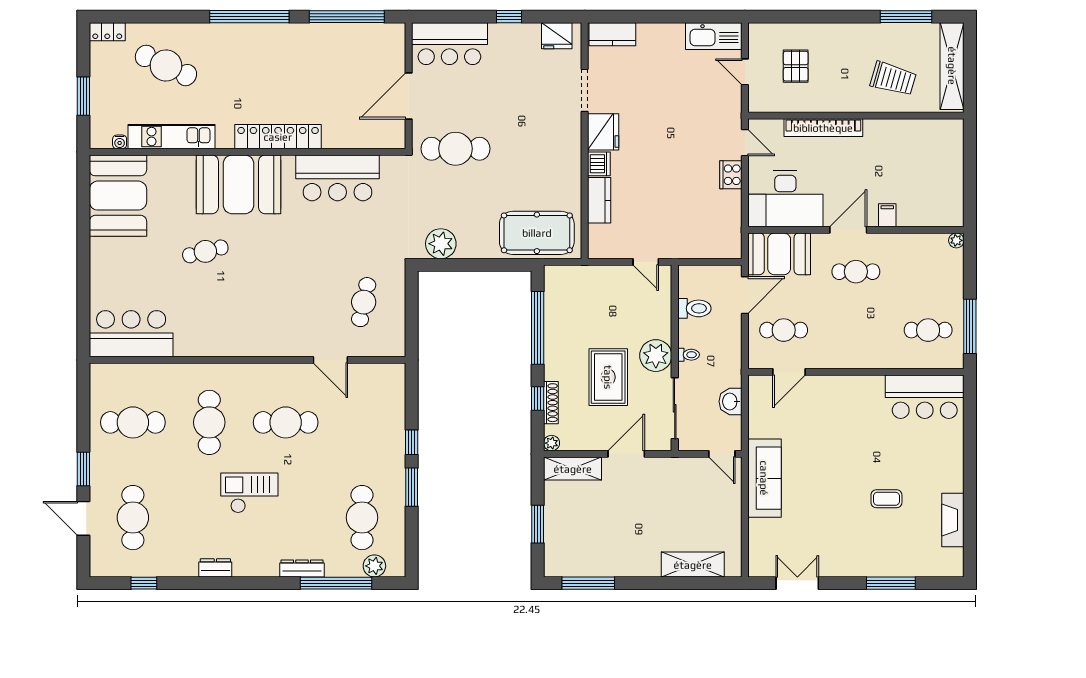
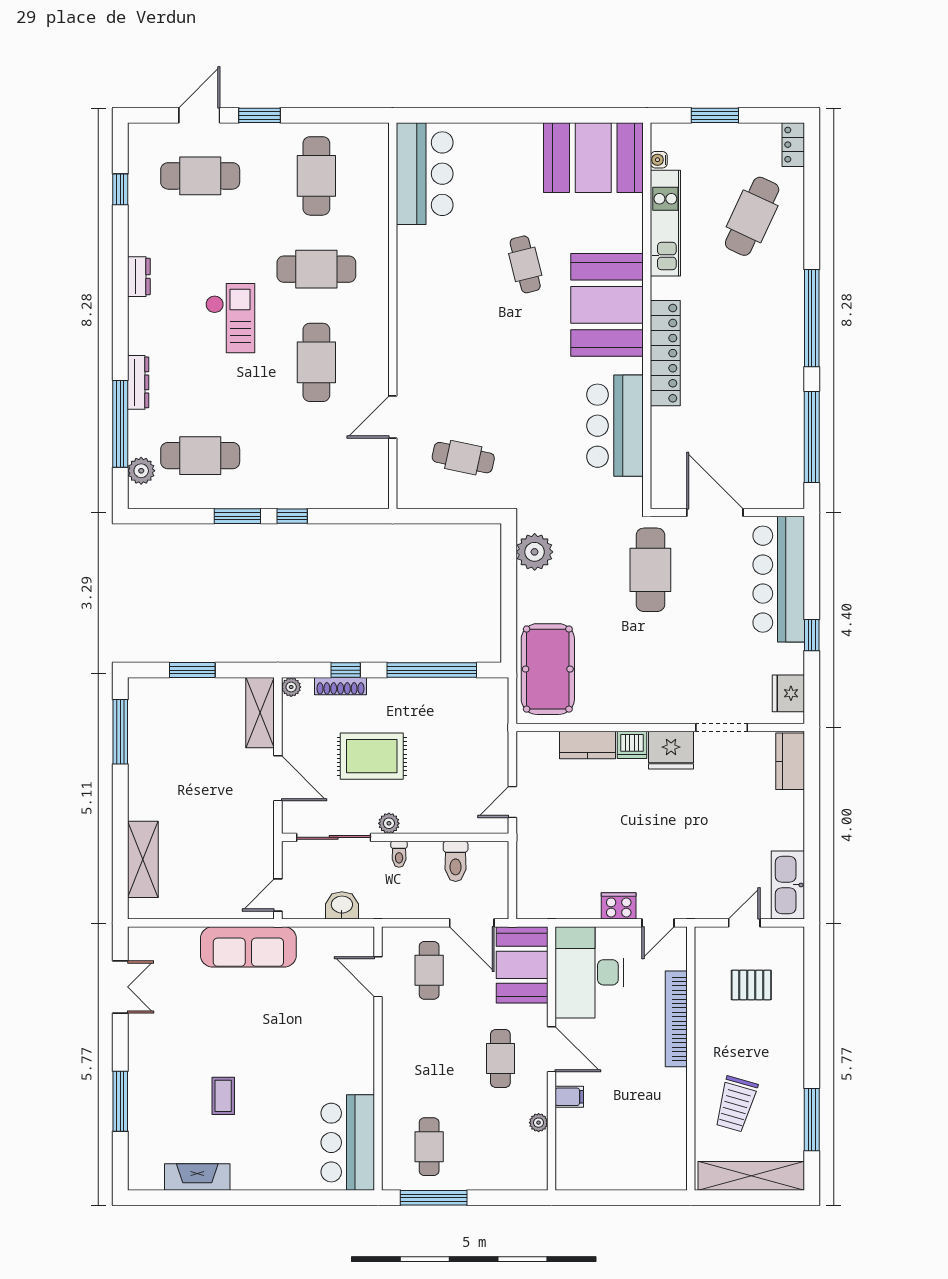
bar counter: (449, 44) -> (779, 579), width x1.36
plant: (956, 240) -> (539, 1123), moved
plant: (656, 356) -> (389, 823), width x0.53, depth x0.53

